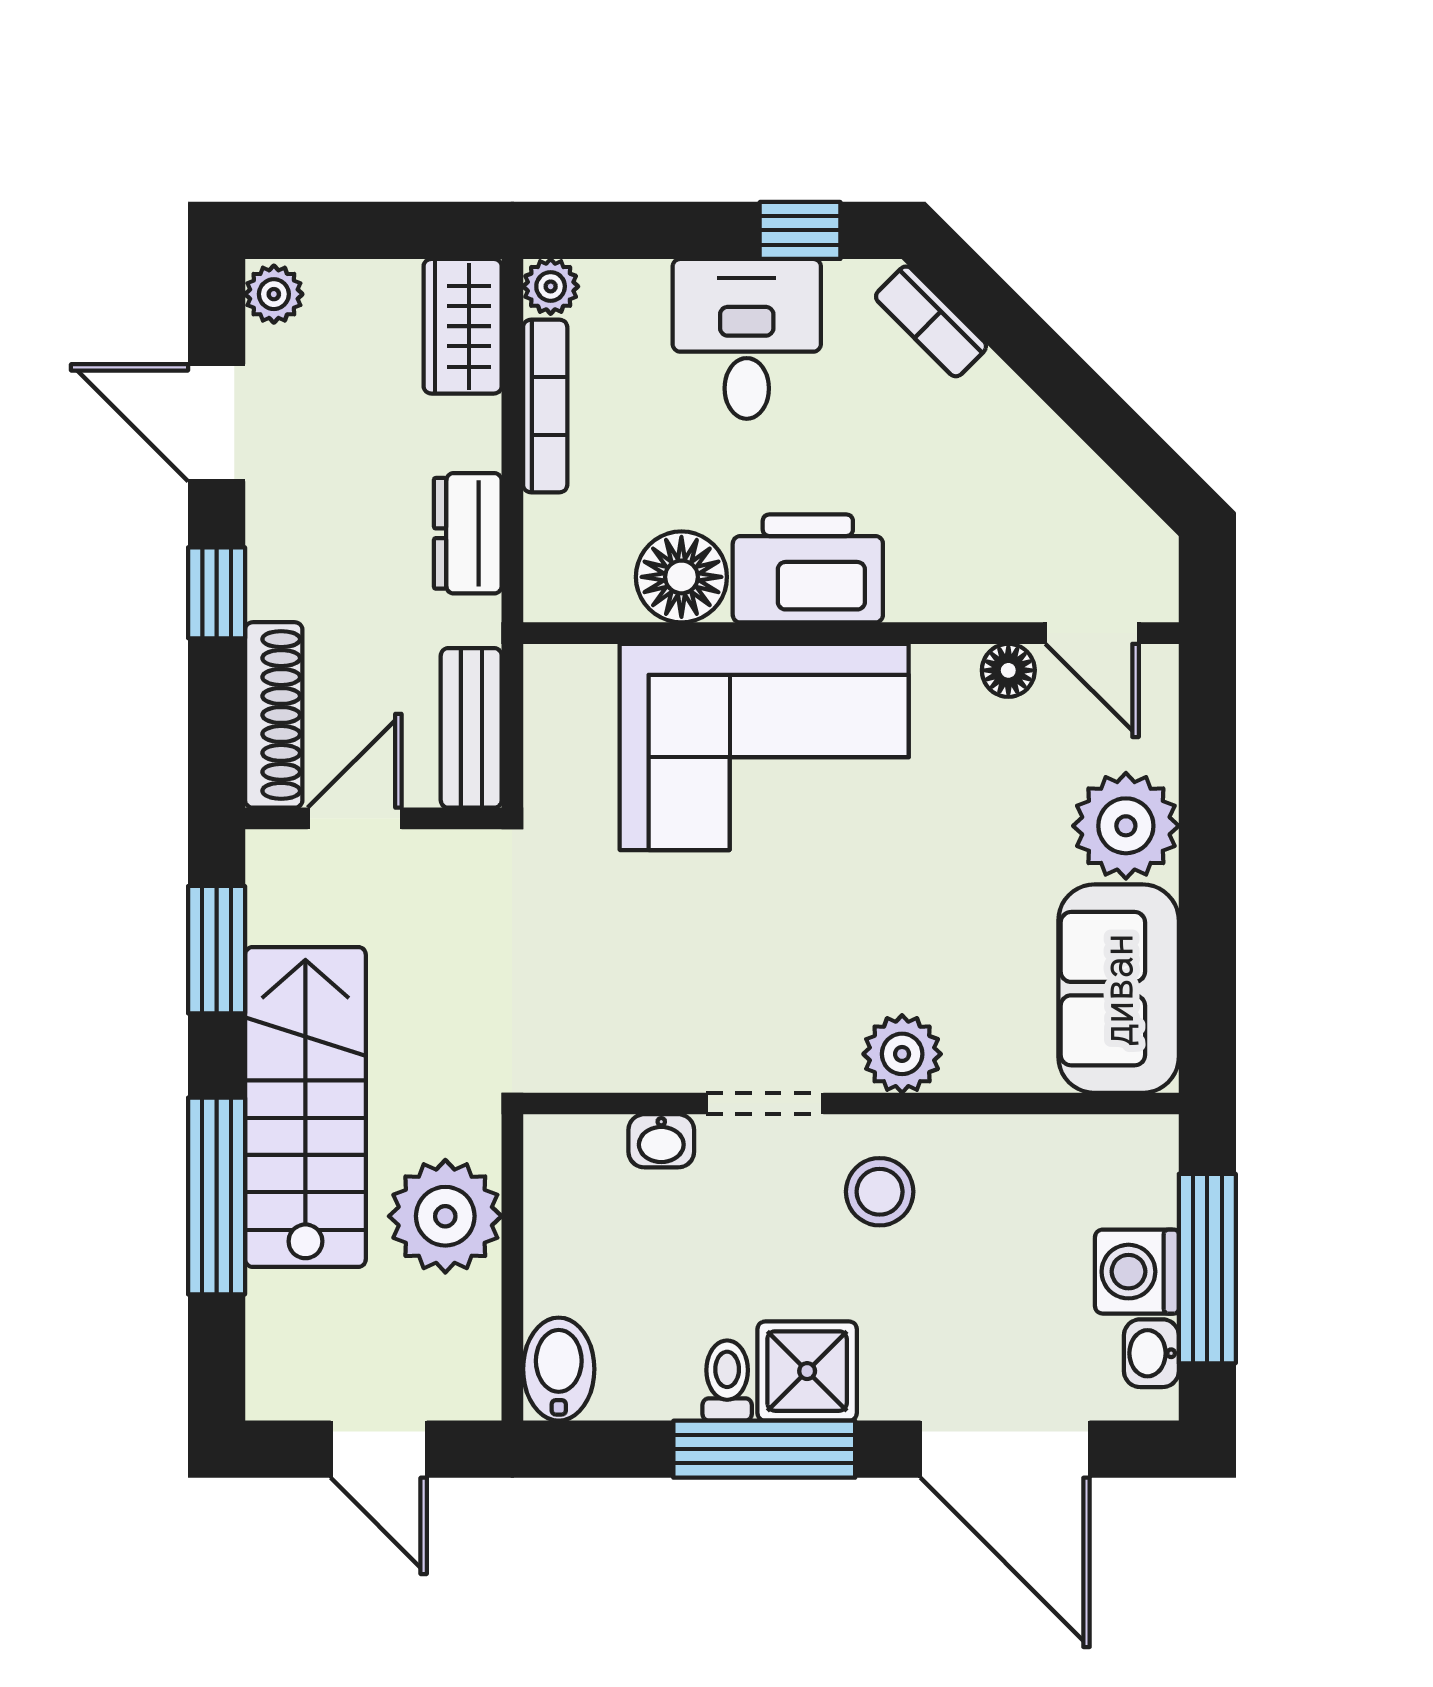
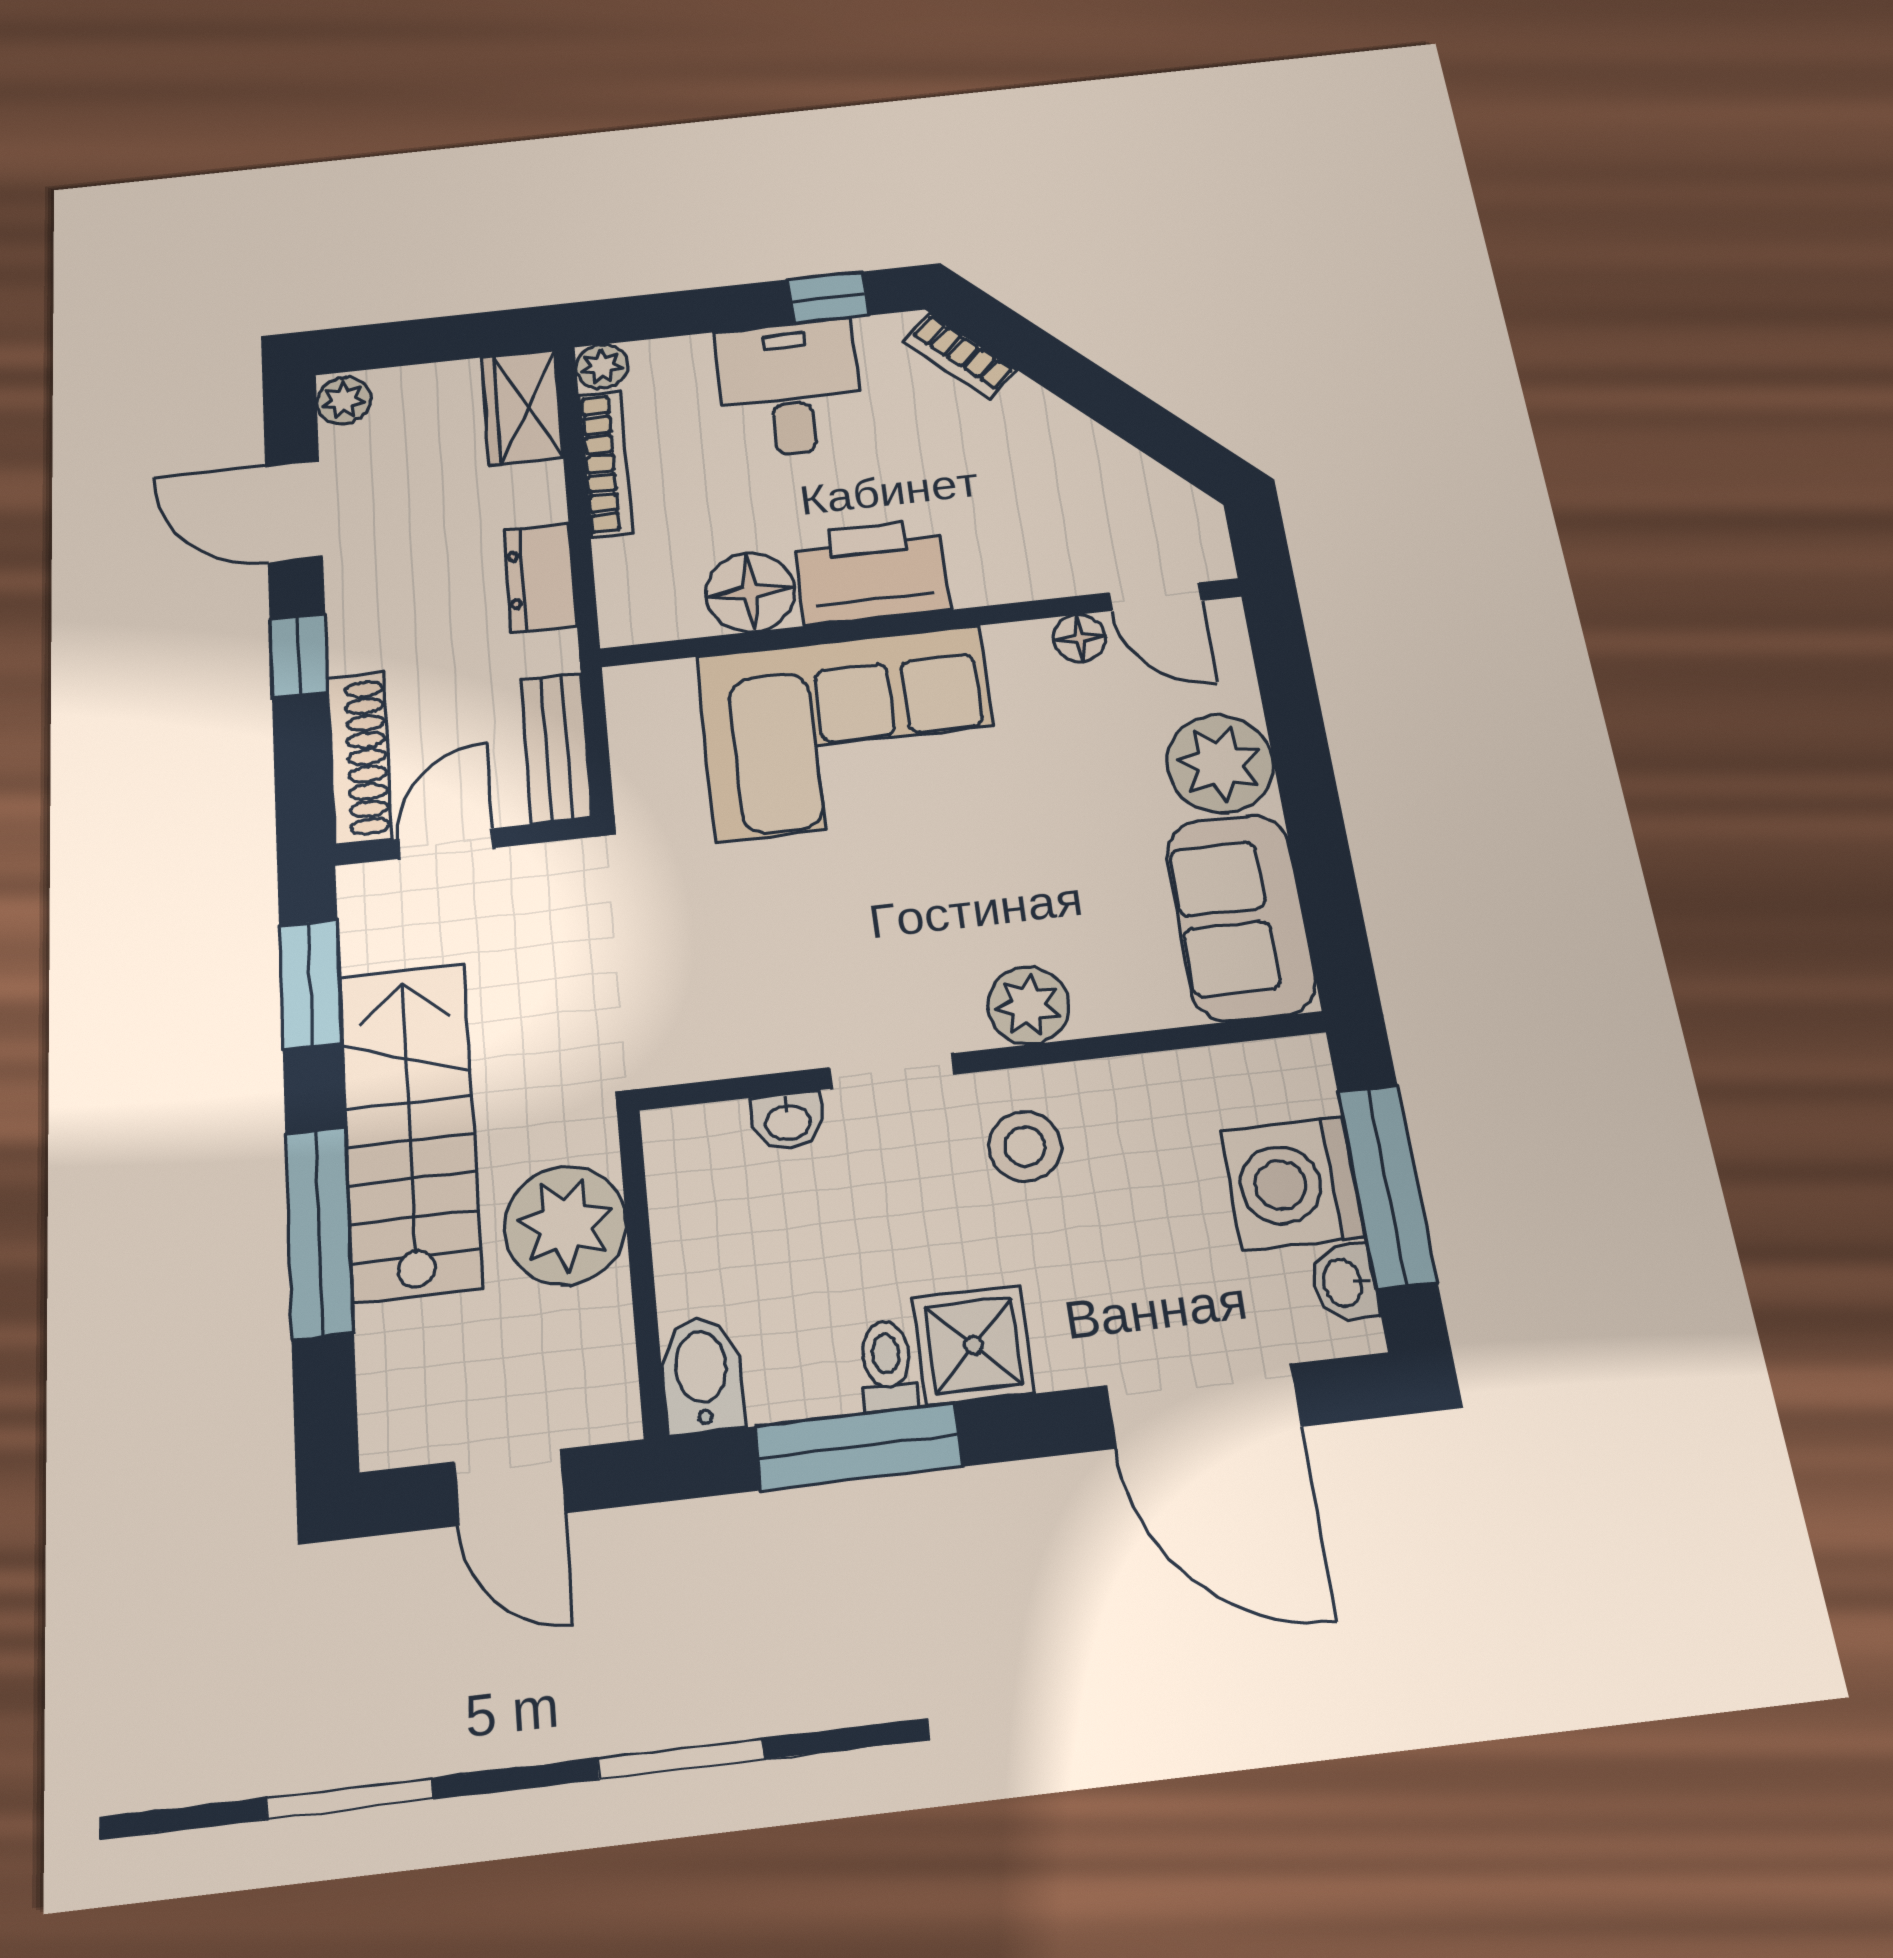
washing machine: (1137, 1272) -> (1293, 1183), width x1.37, depth x1.37
window: (764, 1449) -> (859, 1446), moved

